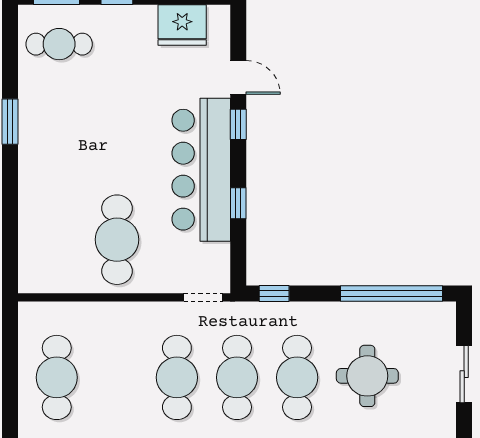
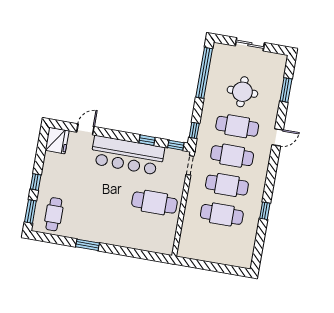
fridge: (182, 25) -> (57, 141), moved
window: (238, 124) -> (176, 145), moved
cafe table: (57, 377) -> (222, 214), moved

